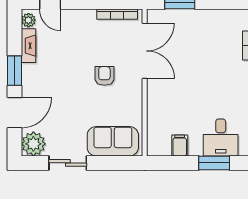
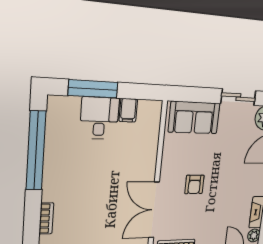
desk: (221, 137) -> (99, 118), moved
window: (214, 163) -> (93, 89), width x1.44

